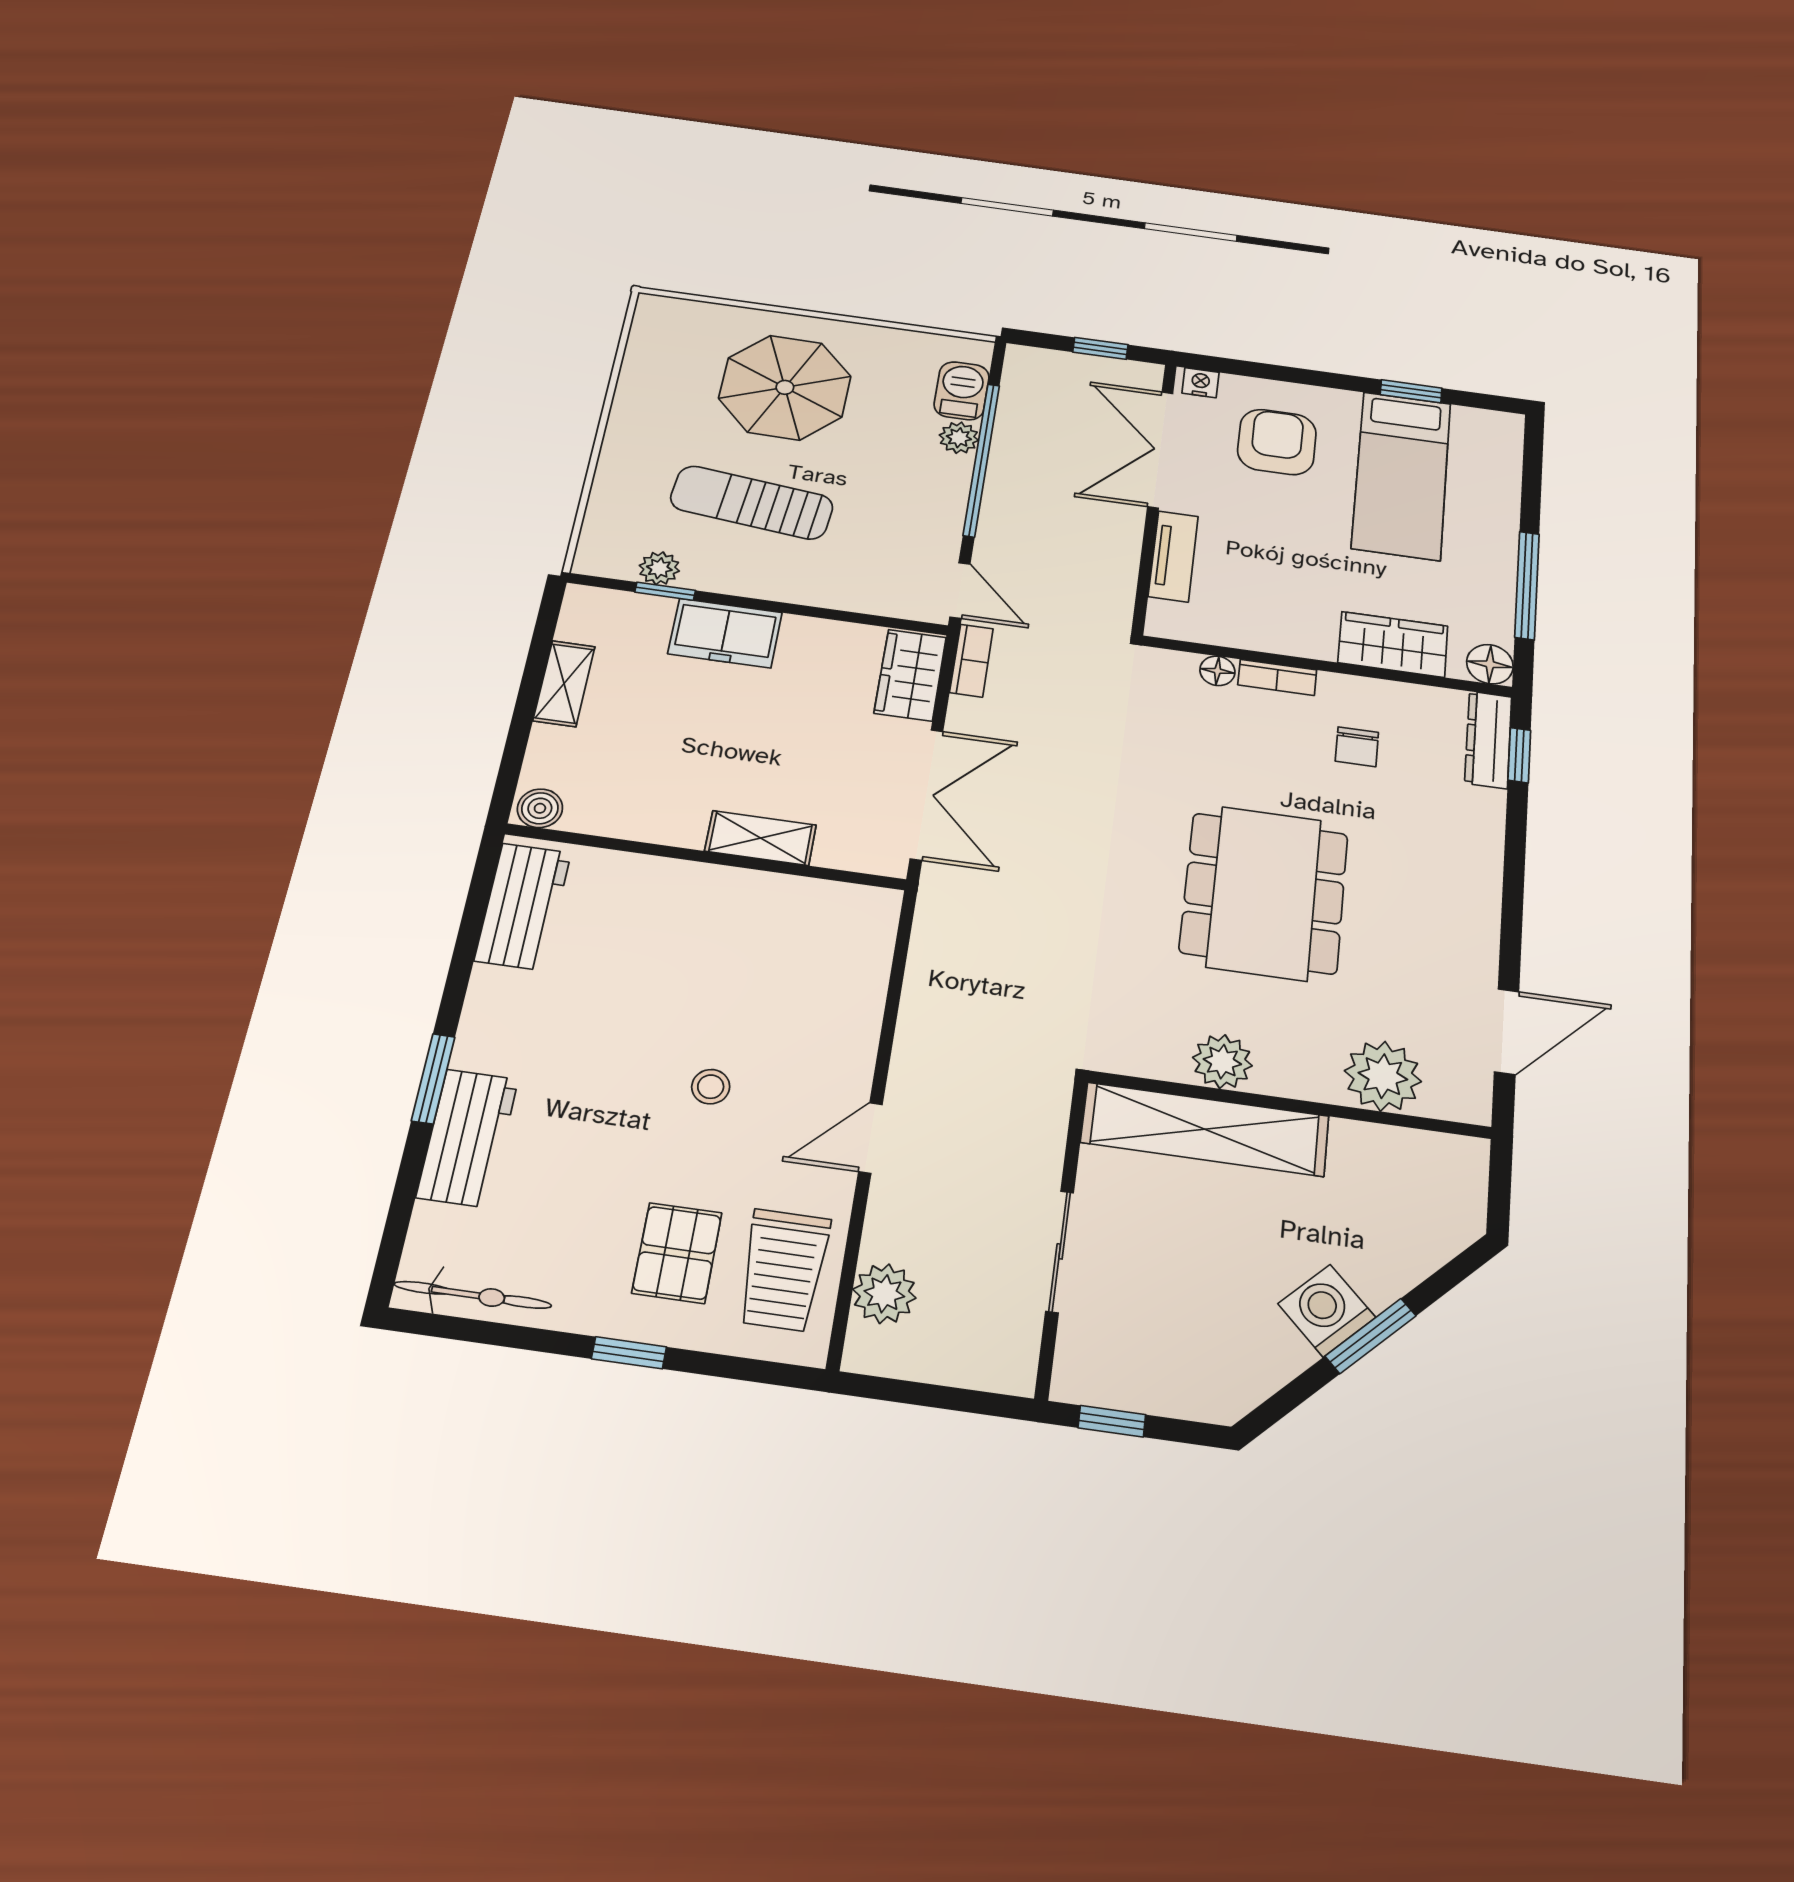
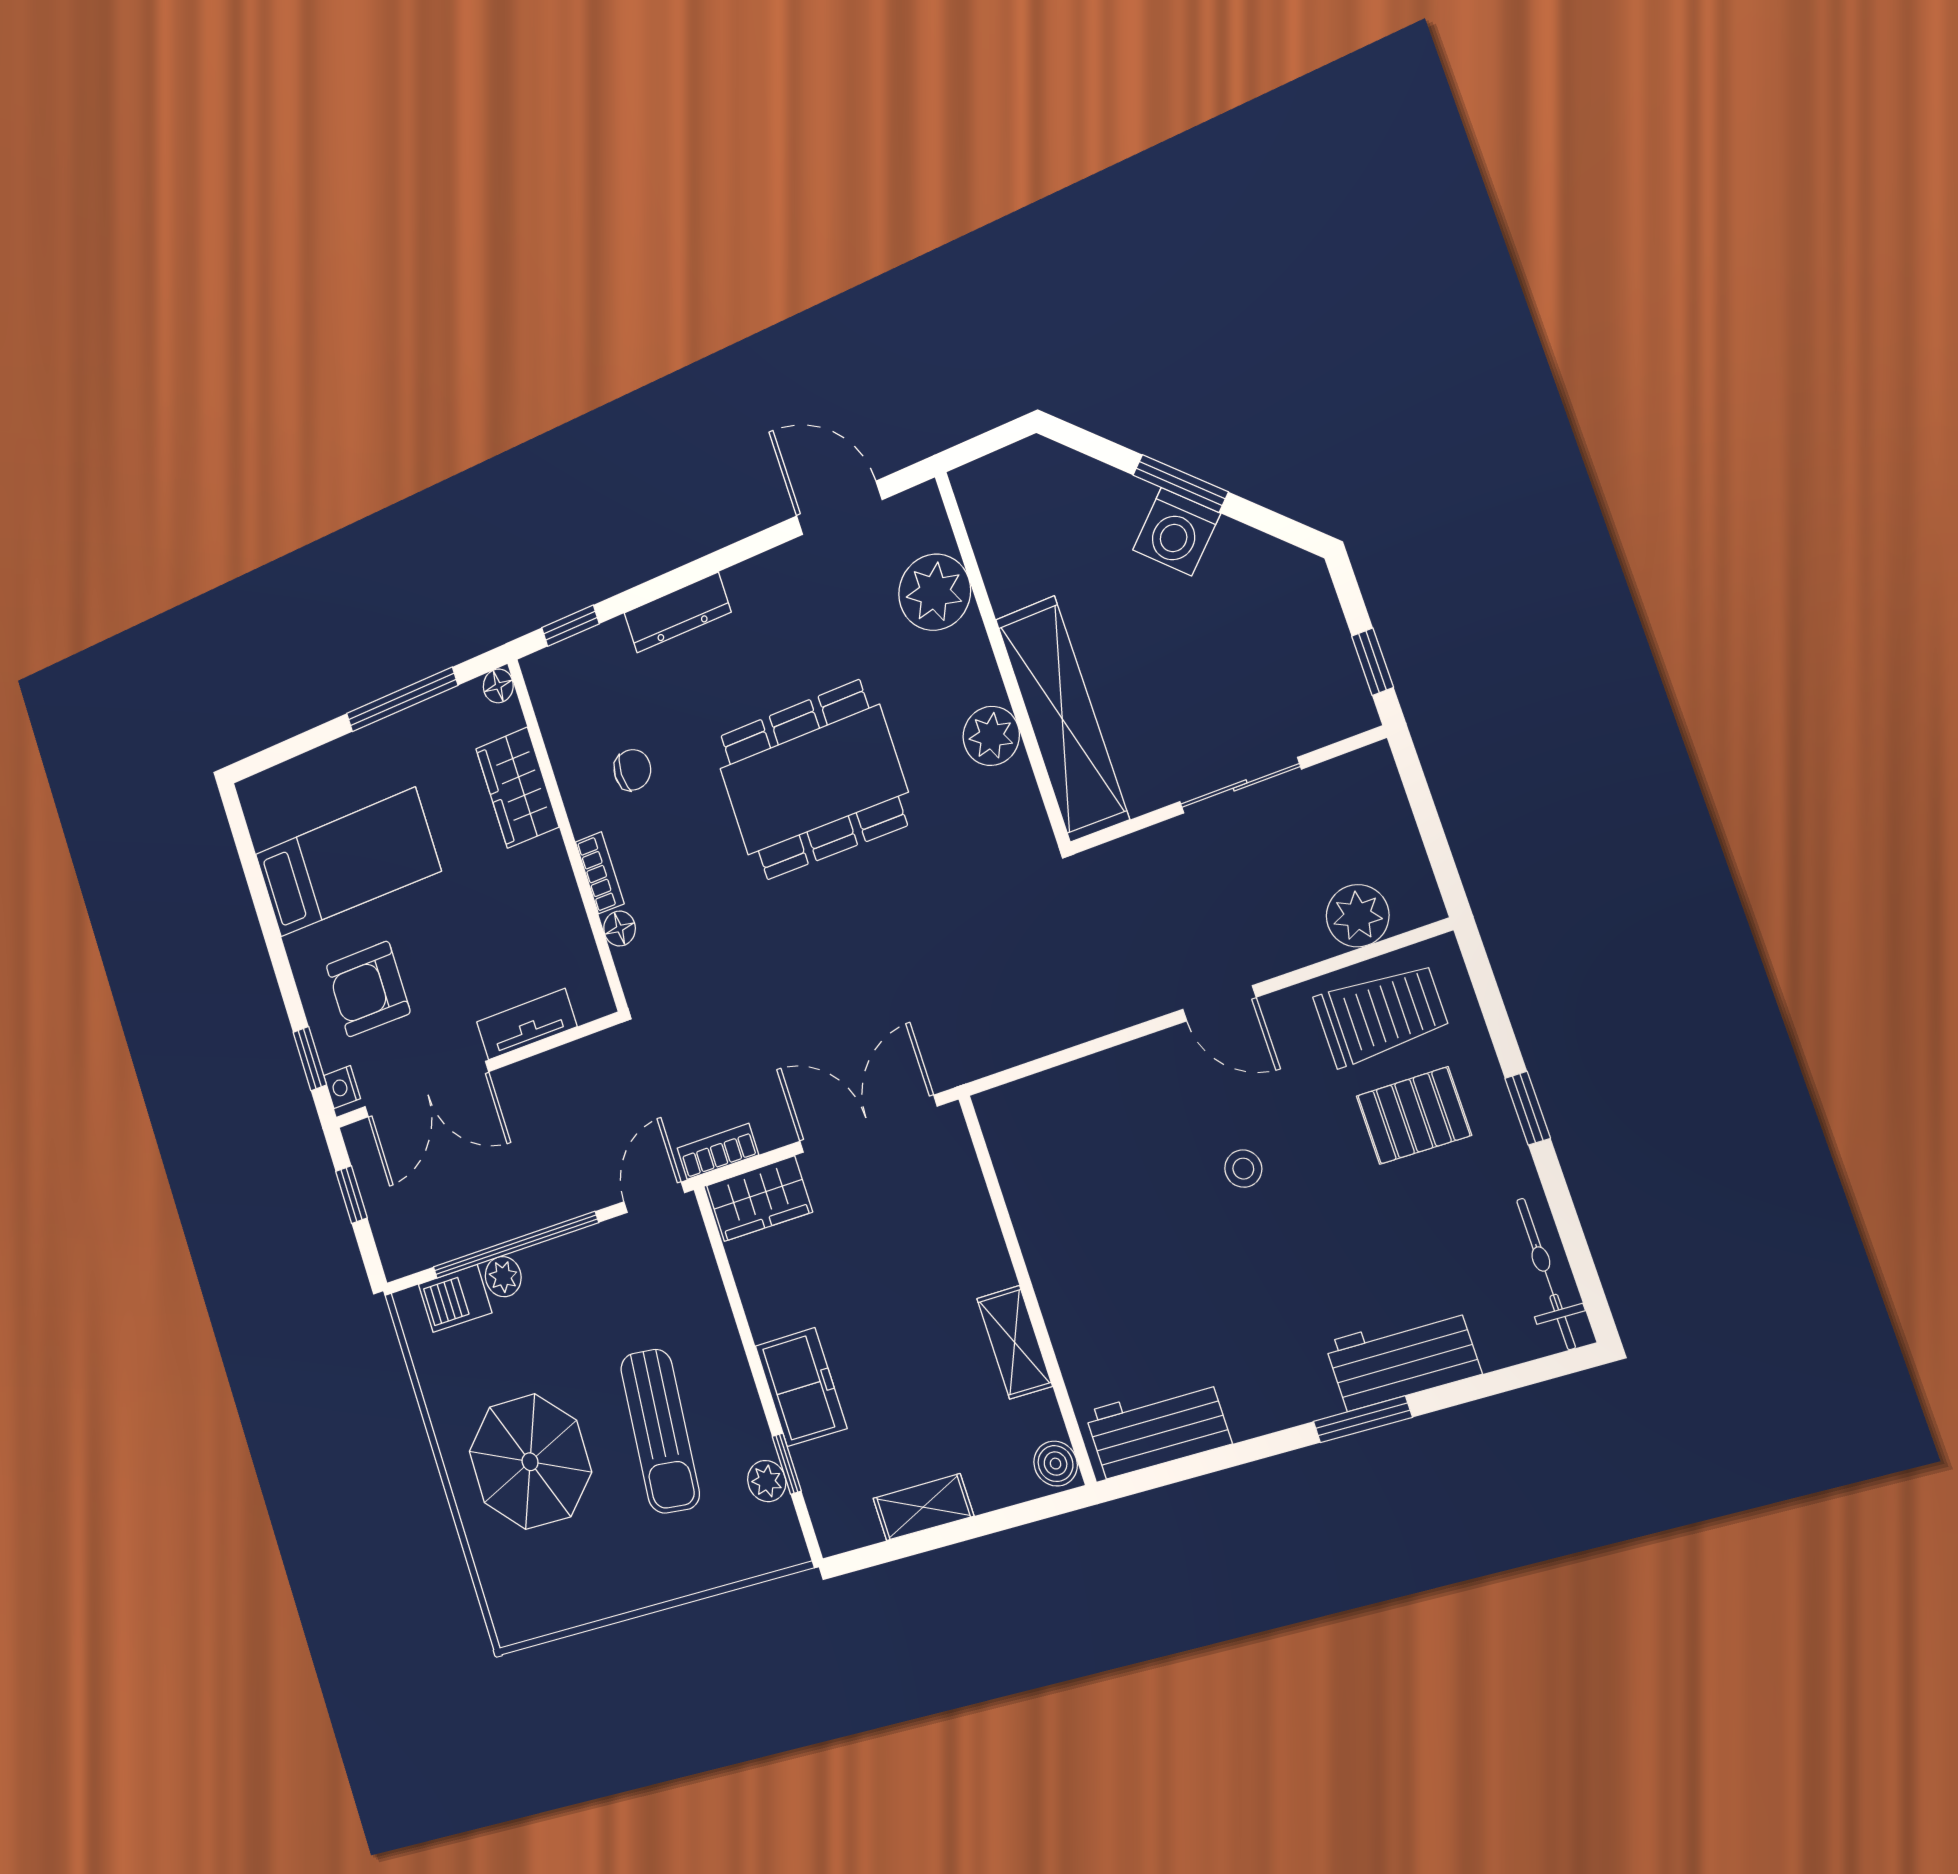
window: (1411, 391) -> (310, 1059), moved
floor lamp: (1490, 664) -> (498, 686), width x0.73, depth x0.73
dresser: (1488, 740) -> (677, 613), moved
shelving: (761, 838) -> (1015, 1342), moved

